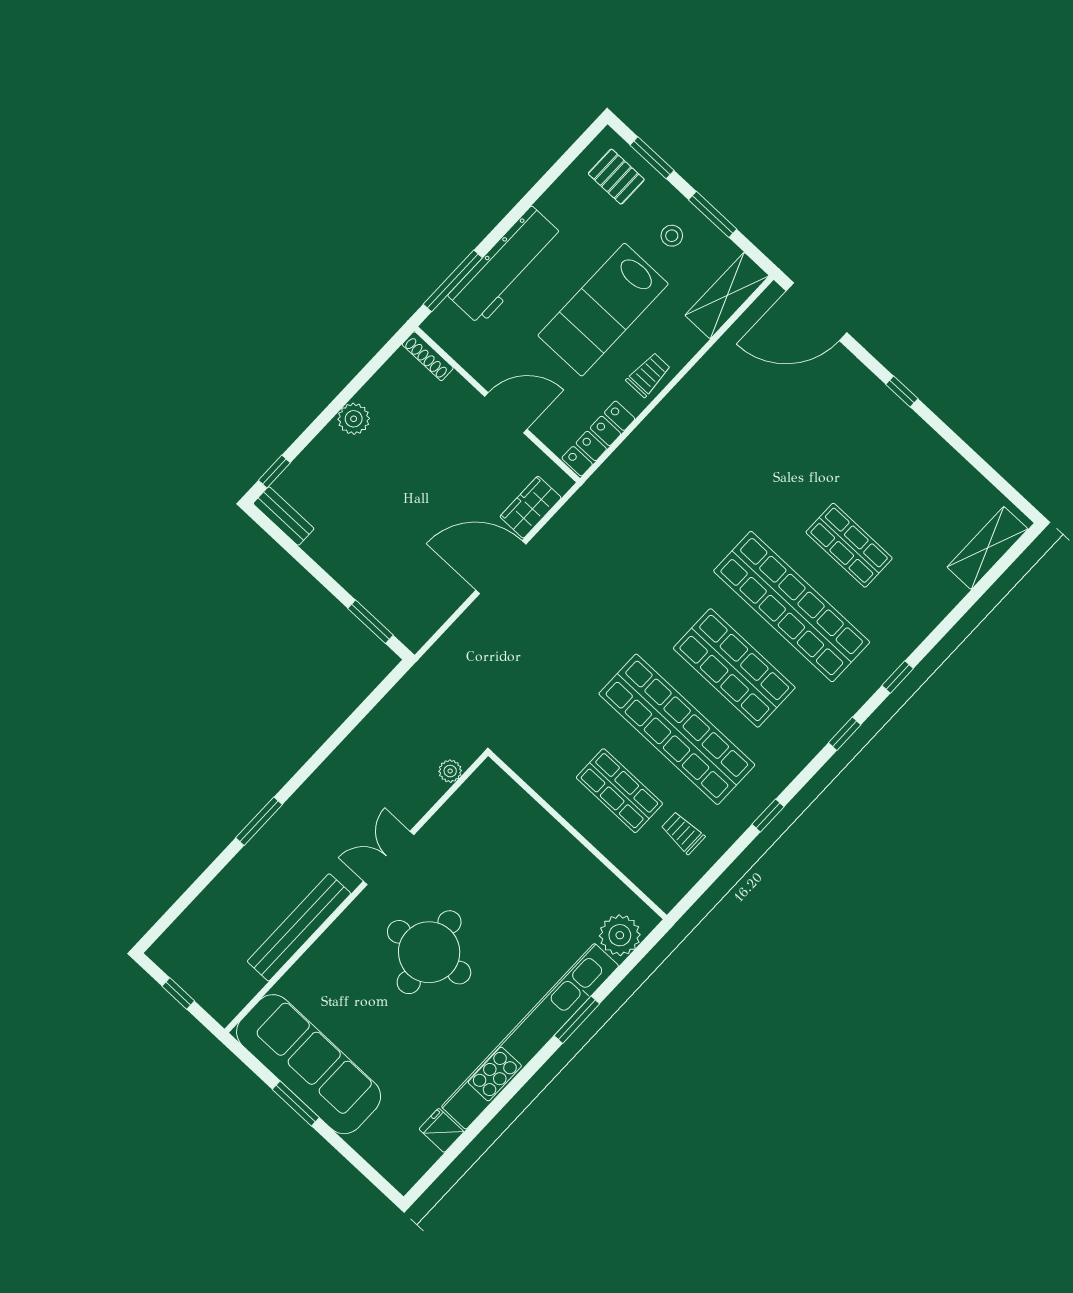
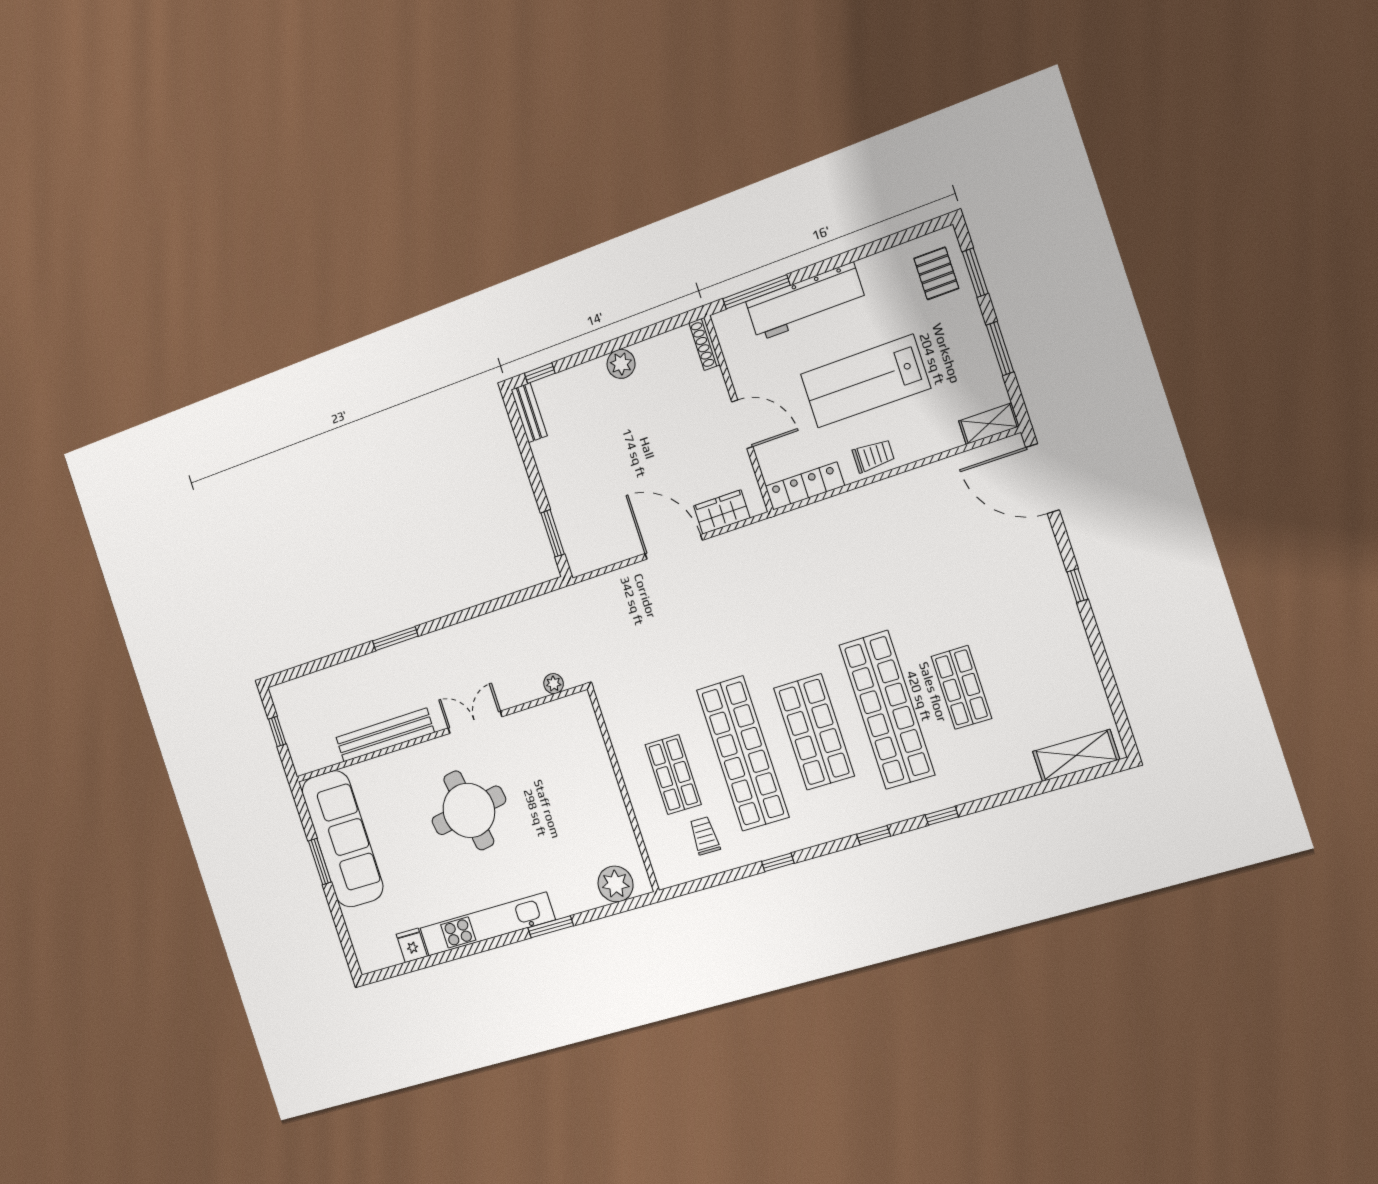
stool: (672, 236) -> (956, 349), removed
shelving: (727, 296) -> (989, 424), width x0.67, depth x0.75
kitchen unit: (530, 1036) -> (487, 924), width x0.73

